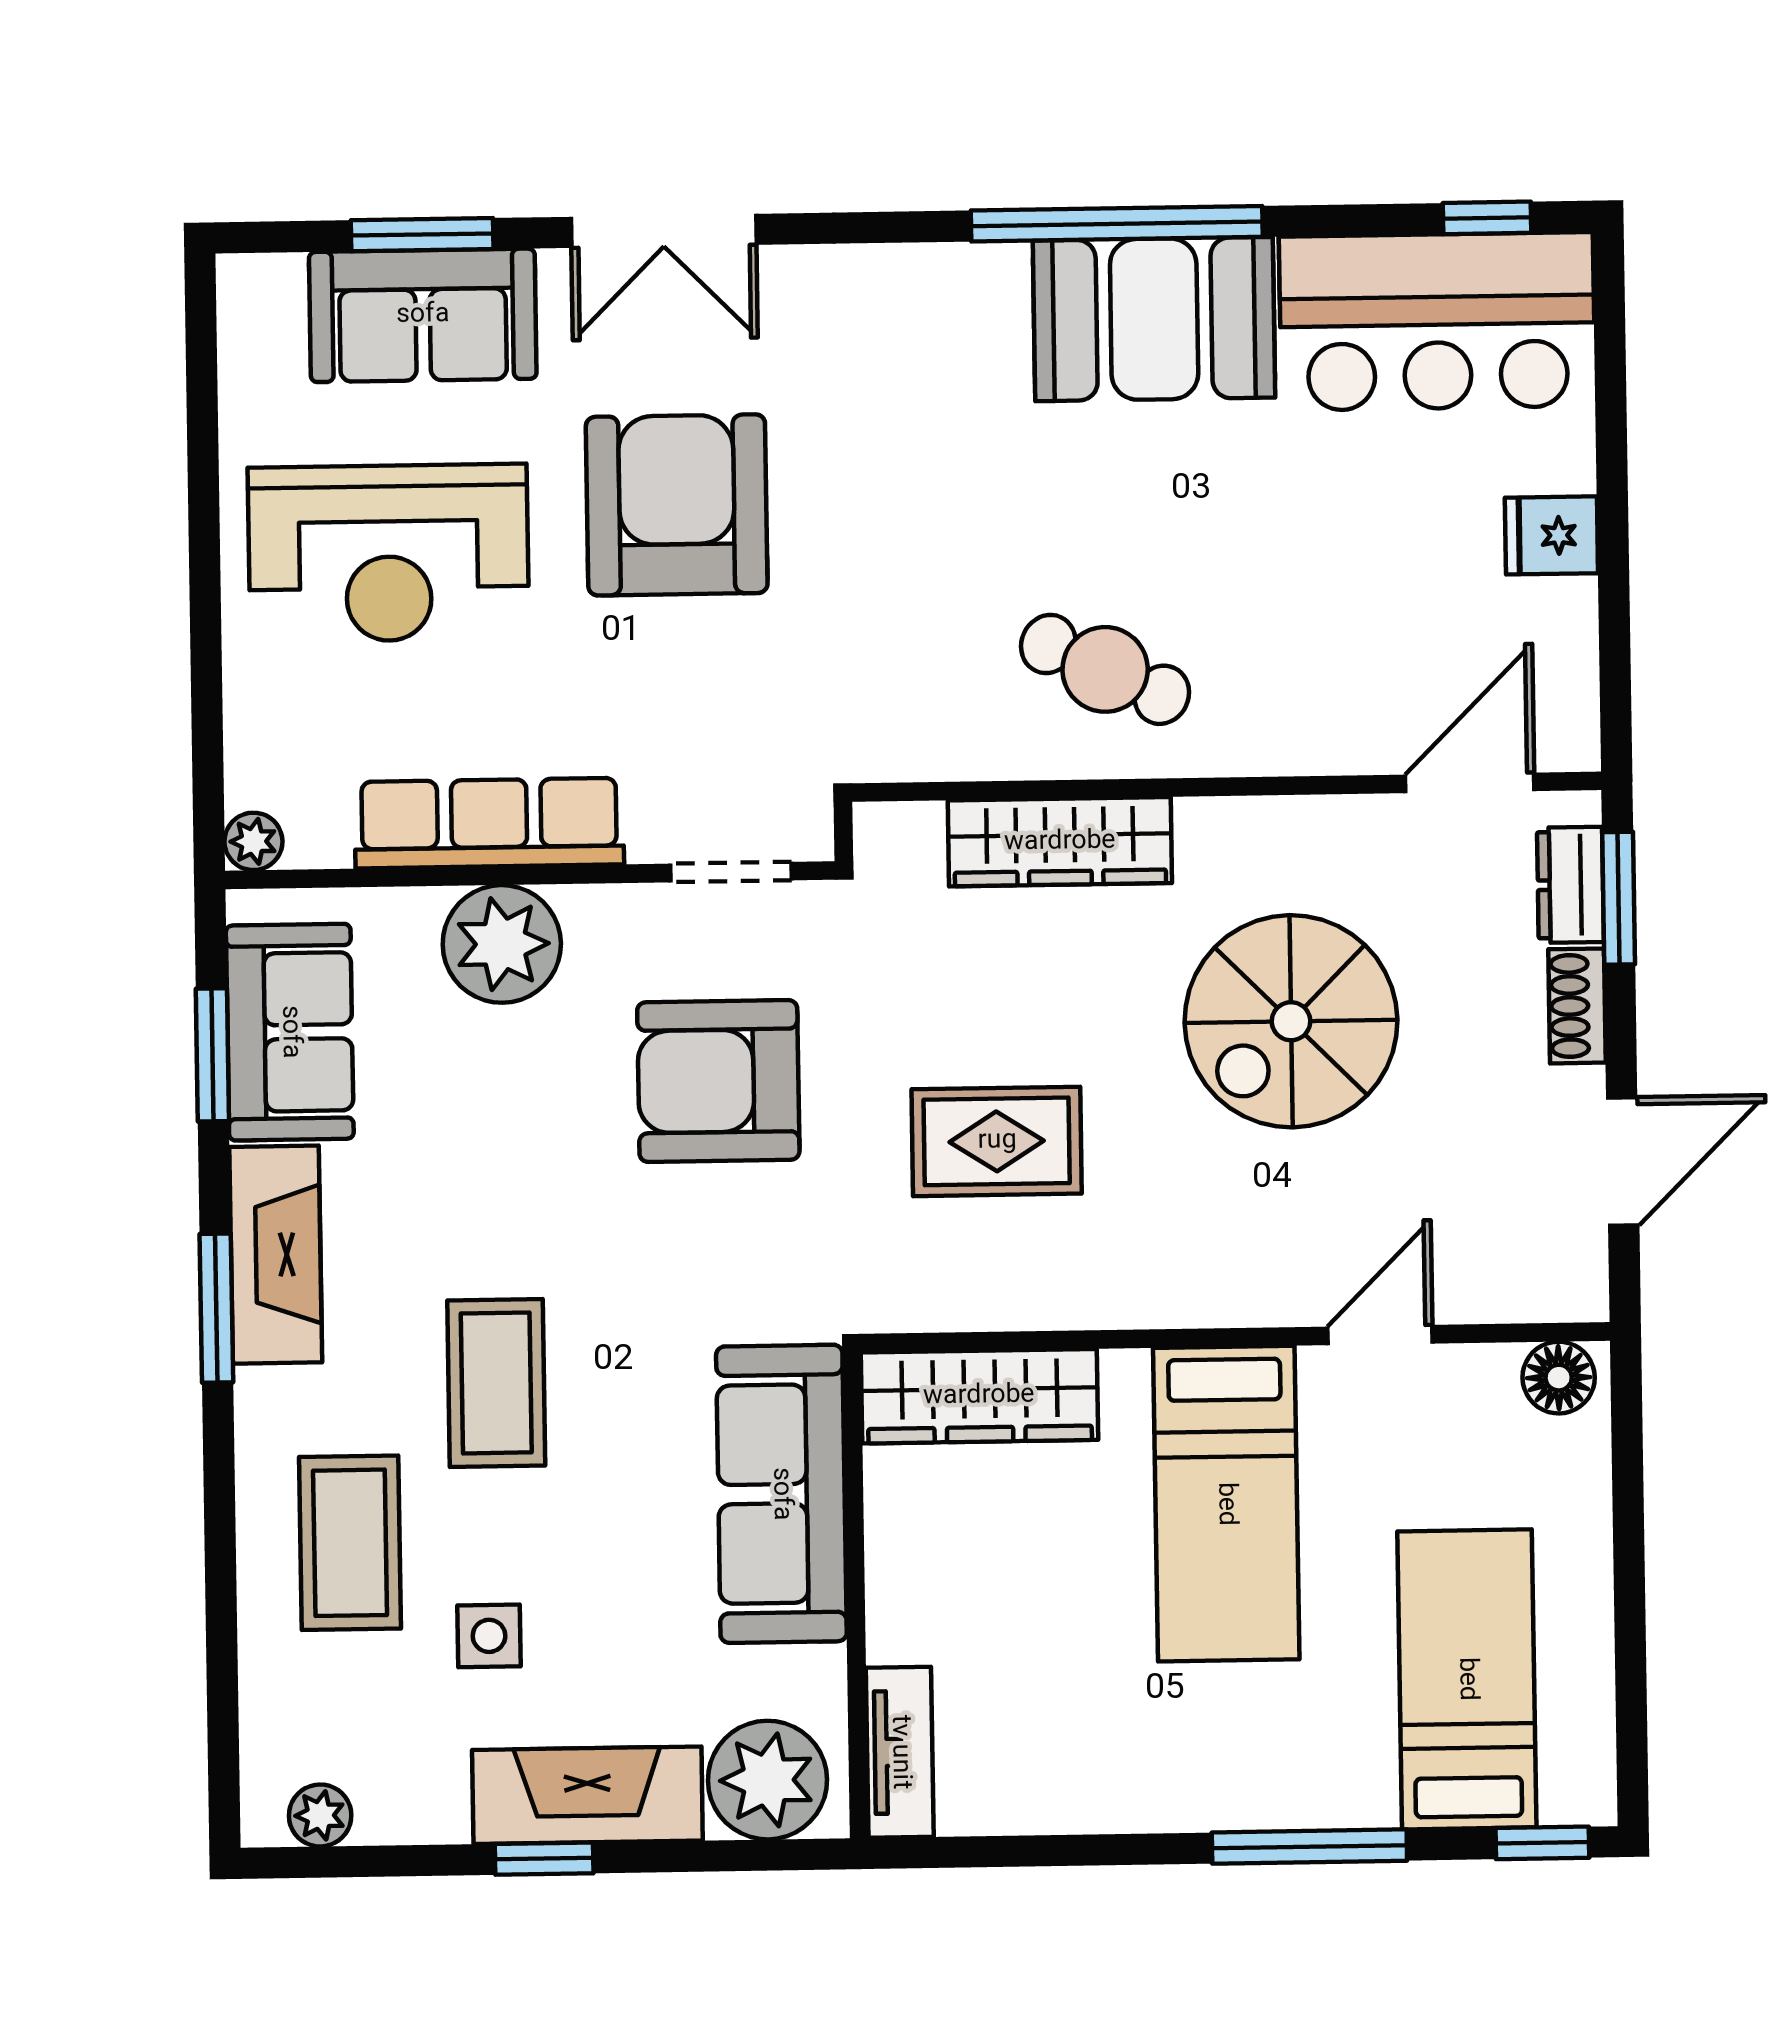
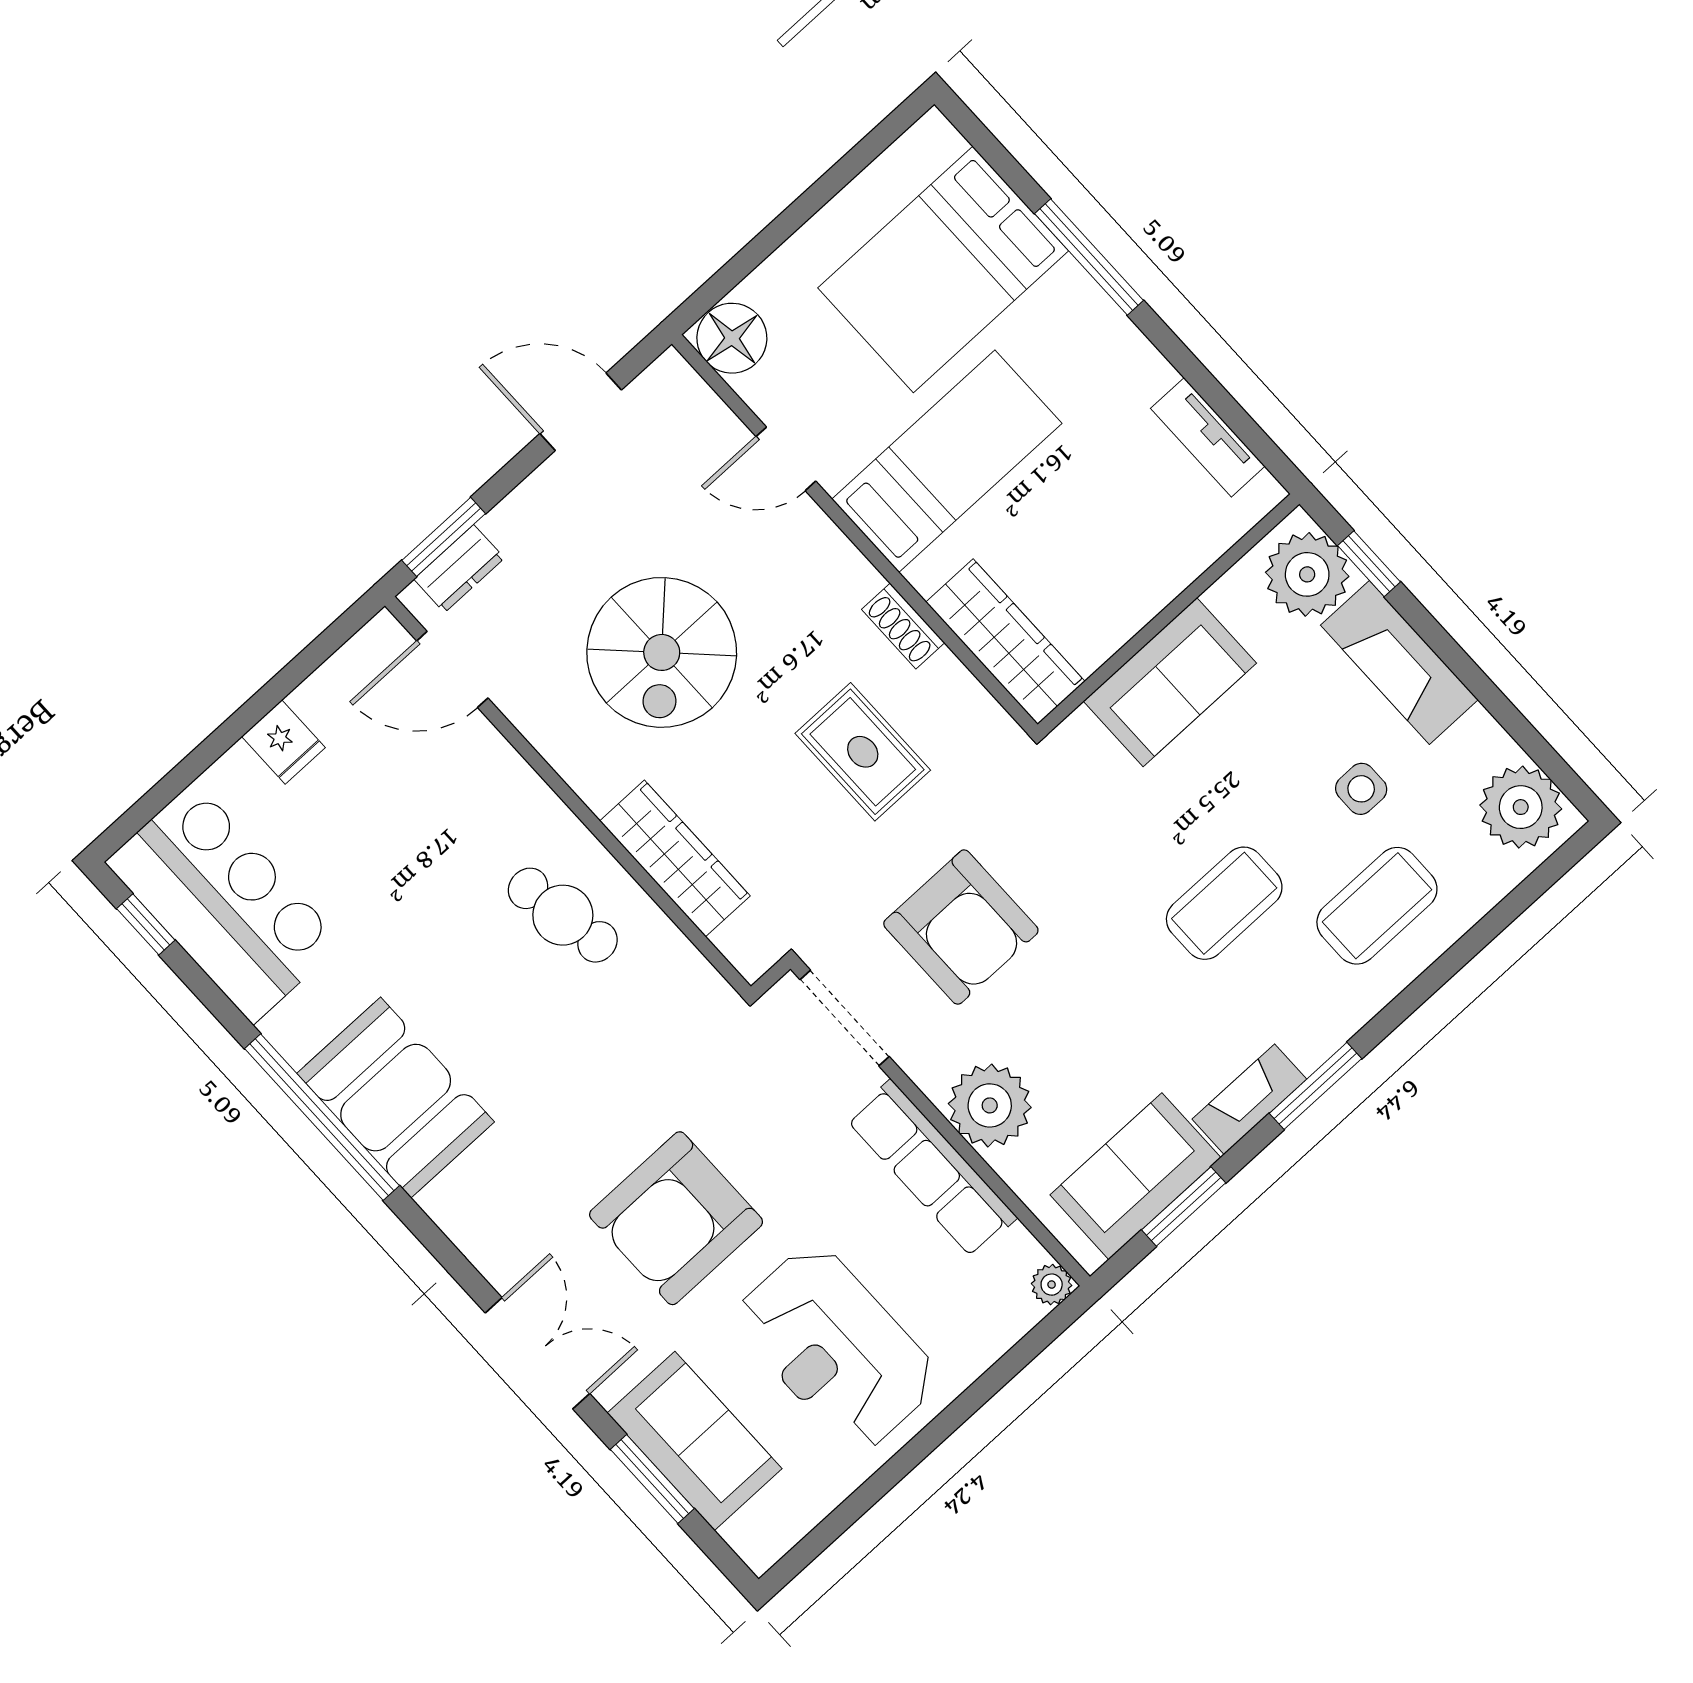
booth: (1154, 319) -> (396, 1098), moved
reception desk: (388, 553) -> (836, 1348), turned 180
cafe table: (1105, 669) -> (563, 915), turned -35
doorway: (731, 872) -> (845, 1018), width x1.38
shoe rack: (1577, 1006) -> (903, 626), moved, turned 90
spiral stairs: (1291, 1021) -> (662, 652), turned 90
fireplace: (276, 1255) -> (1249, 1099), width x0.73, depth x0.76
floor lamp: (1559, 1378) -> (732, 338), width x1.38, depth x1.38
sofa: (781, 1494) -> (1170, 682), width x0.73
bed: (1467, 1679) -> (943, 269), width x1.50
tv unit: (900, 1752) -> (1208, 437), moved, turned -90
plant: (320, 1815) -> (1521, 807), width x1.87, depth x1.87
window: (1542, 1843) -> (978, 136), removed
window: (544, 1859) -> (1369, 564), moved

